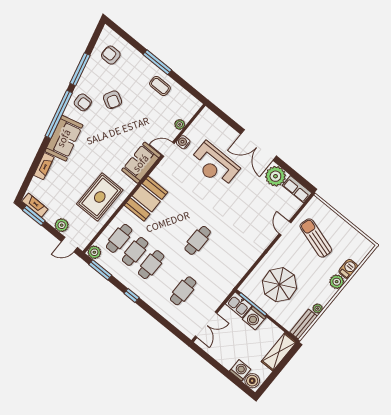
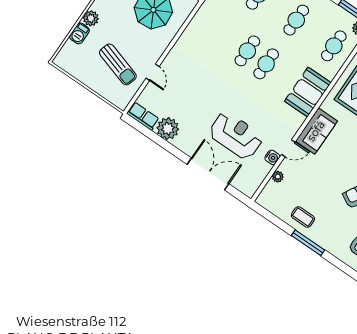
double door: (259, 145) -> (208, 174), moved
cafe table: (135, 251) -> (266, 64), moved

